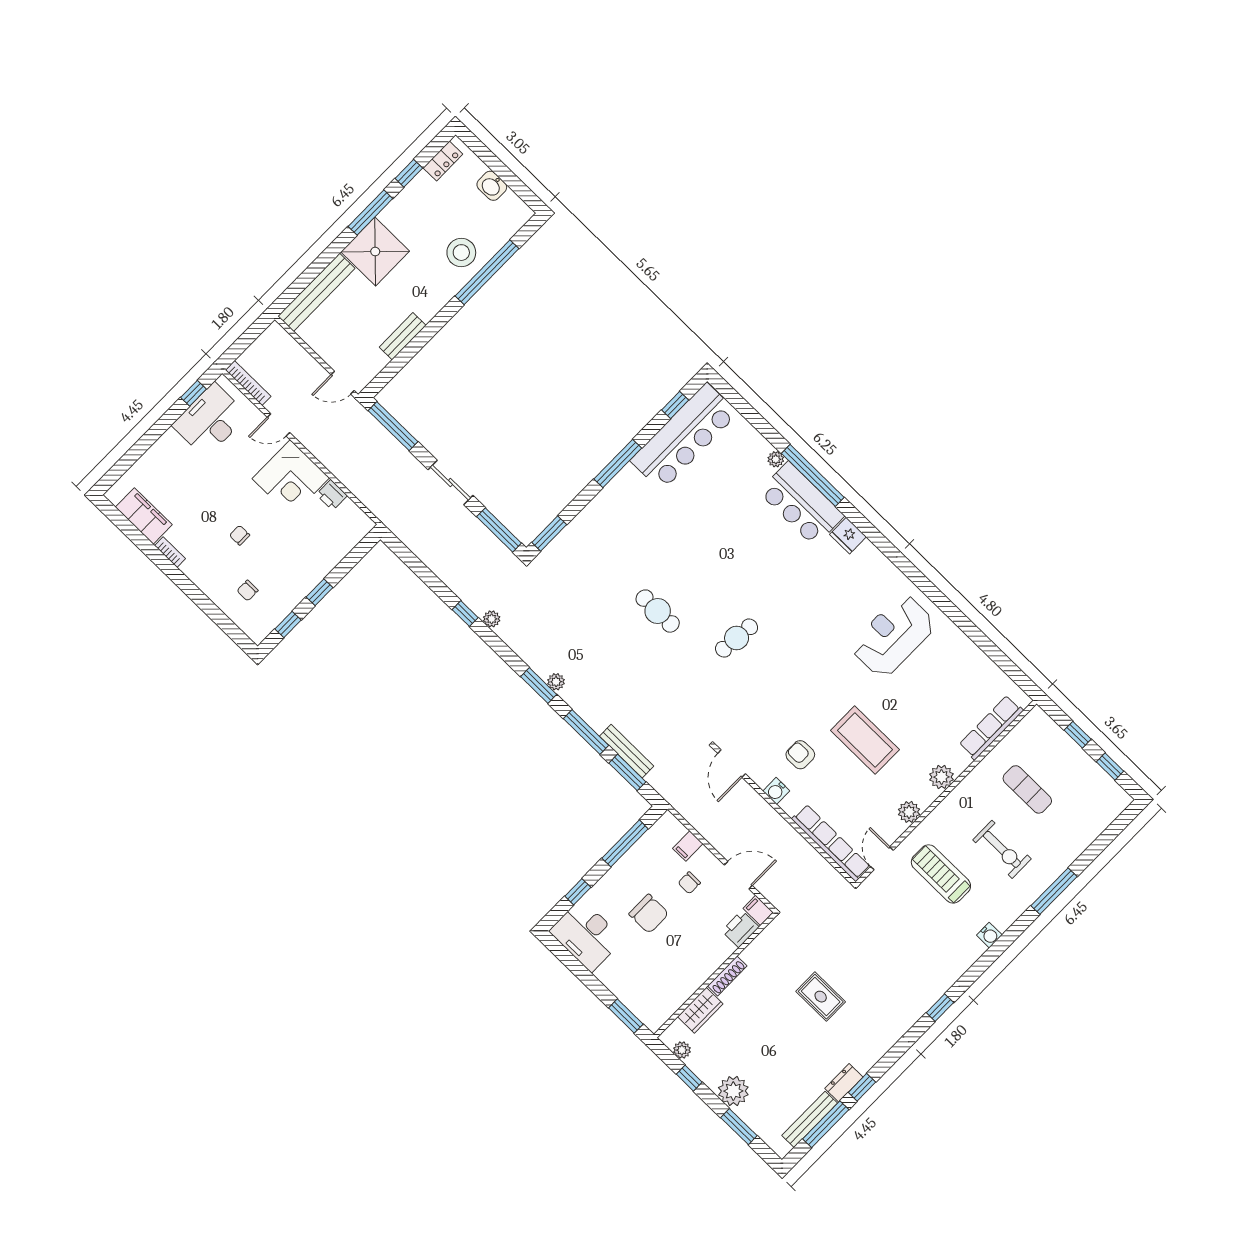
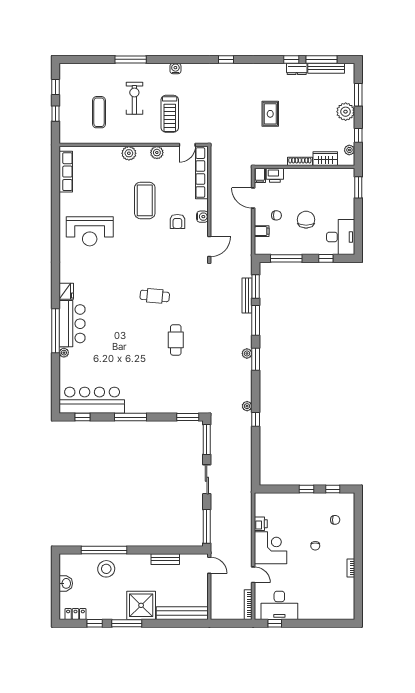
filing cabinet: (144, 516) -> (346, 594), removed
row of seats: (991, 728) -> (66, 172), moved, turned -90

